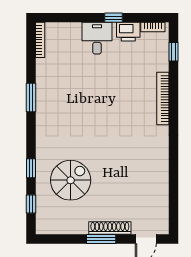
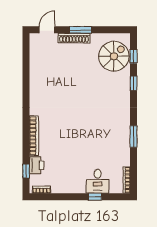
window: (113, 18) -> (95, 197), moved
printer: (128, 32) -> (37, 165), moved, turned 90
desk: (97, 38) -> (98, 181), moved
spiral stairs: (71, 180) -> (114, 56), moved, turned 180

